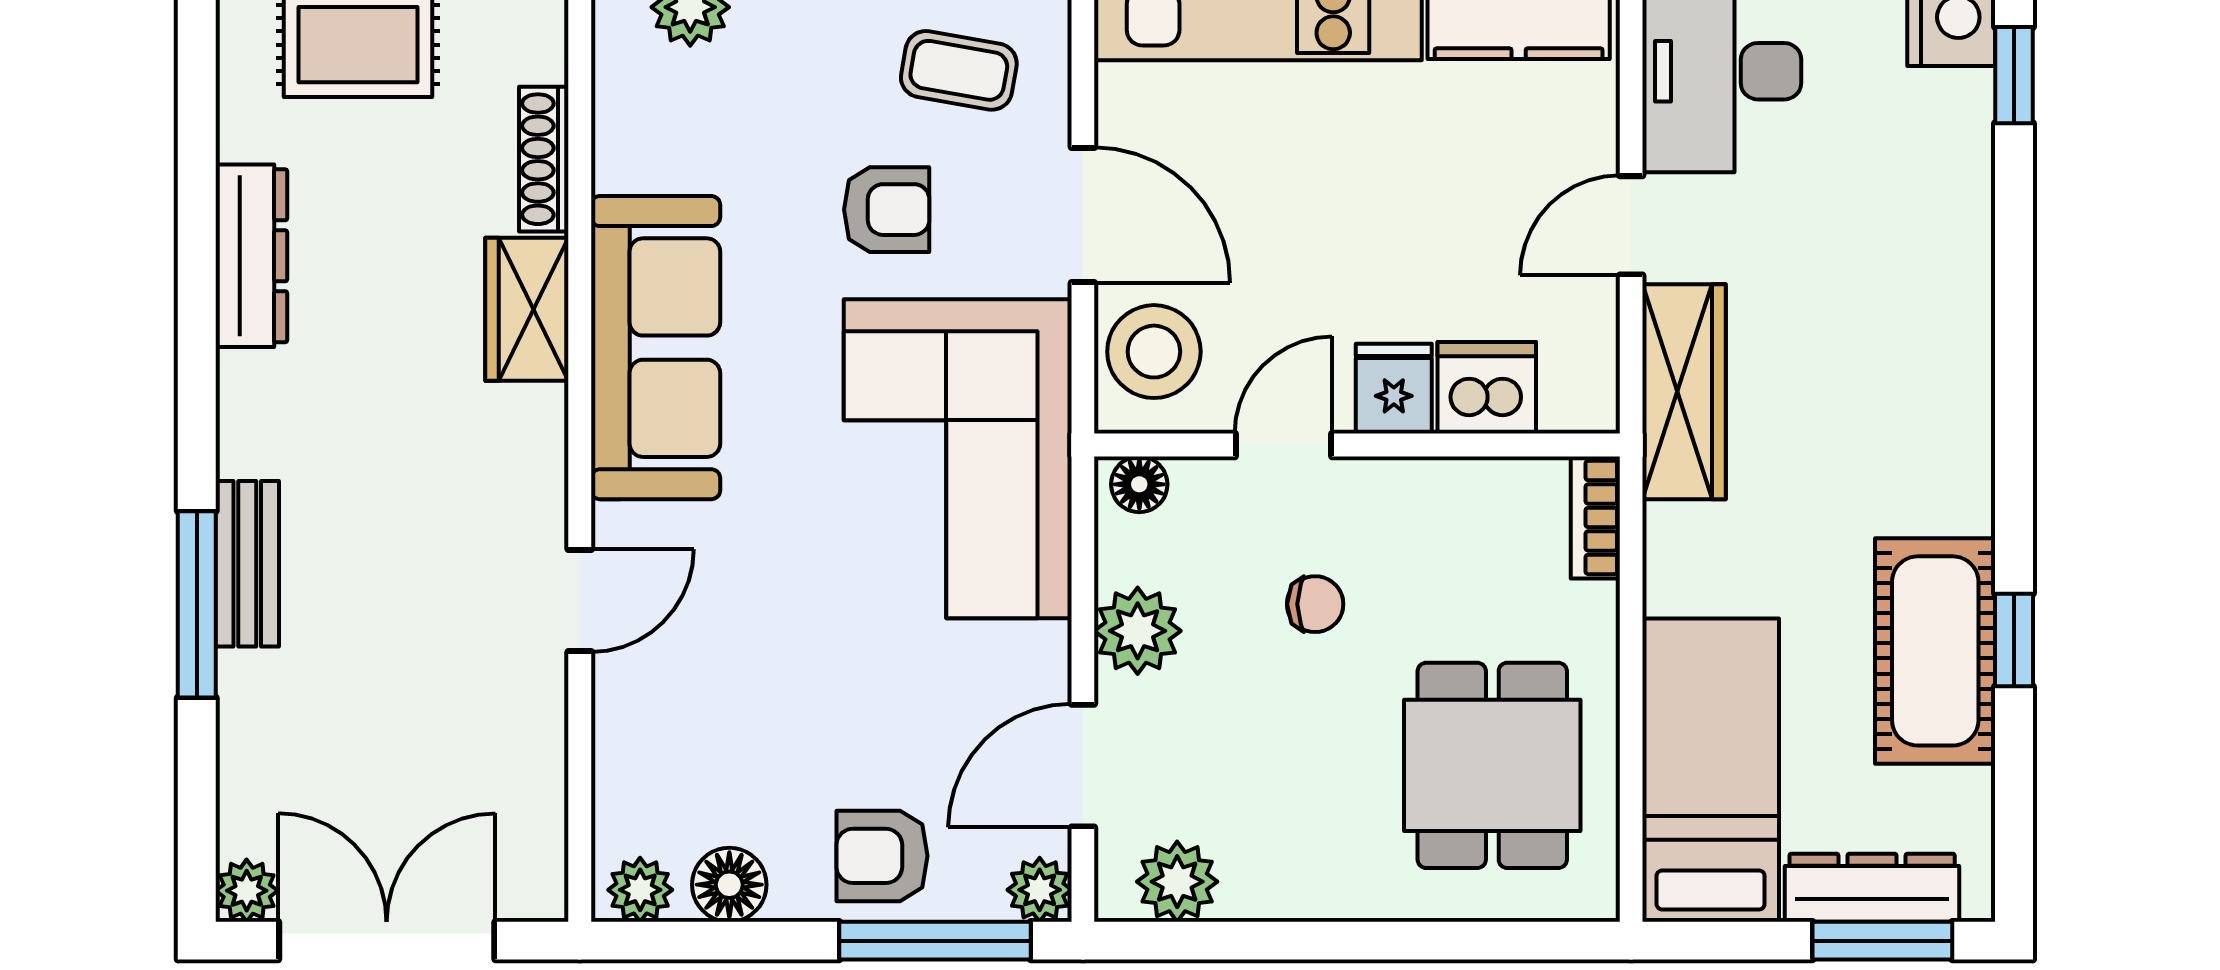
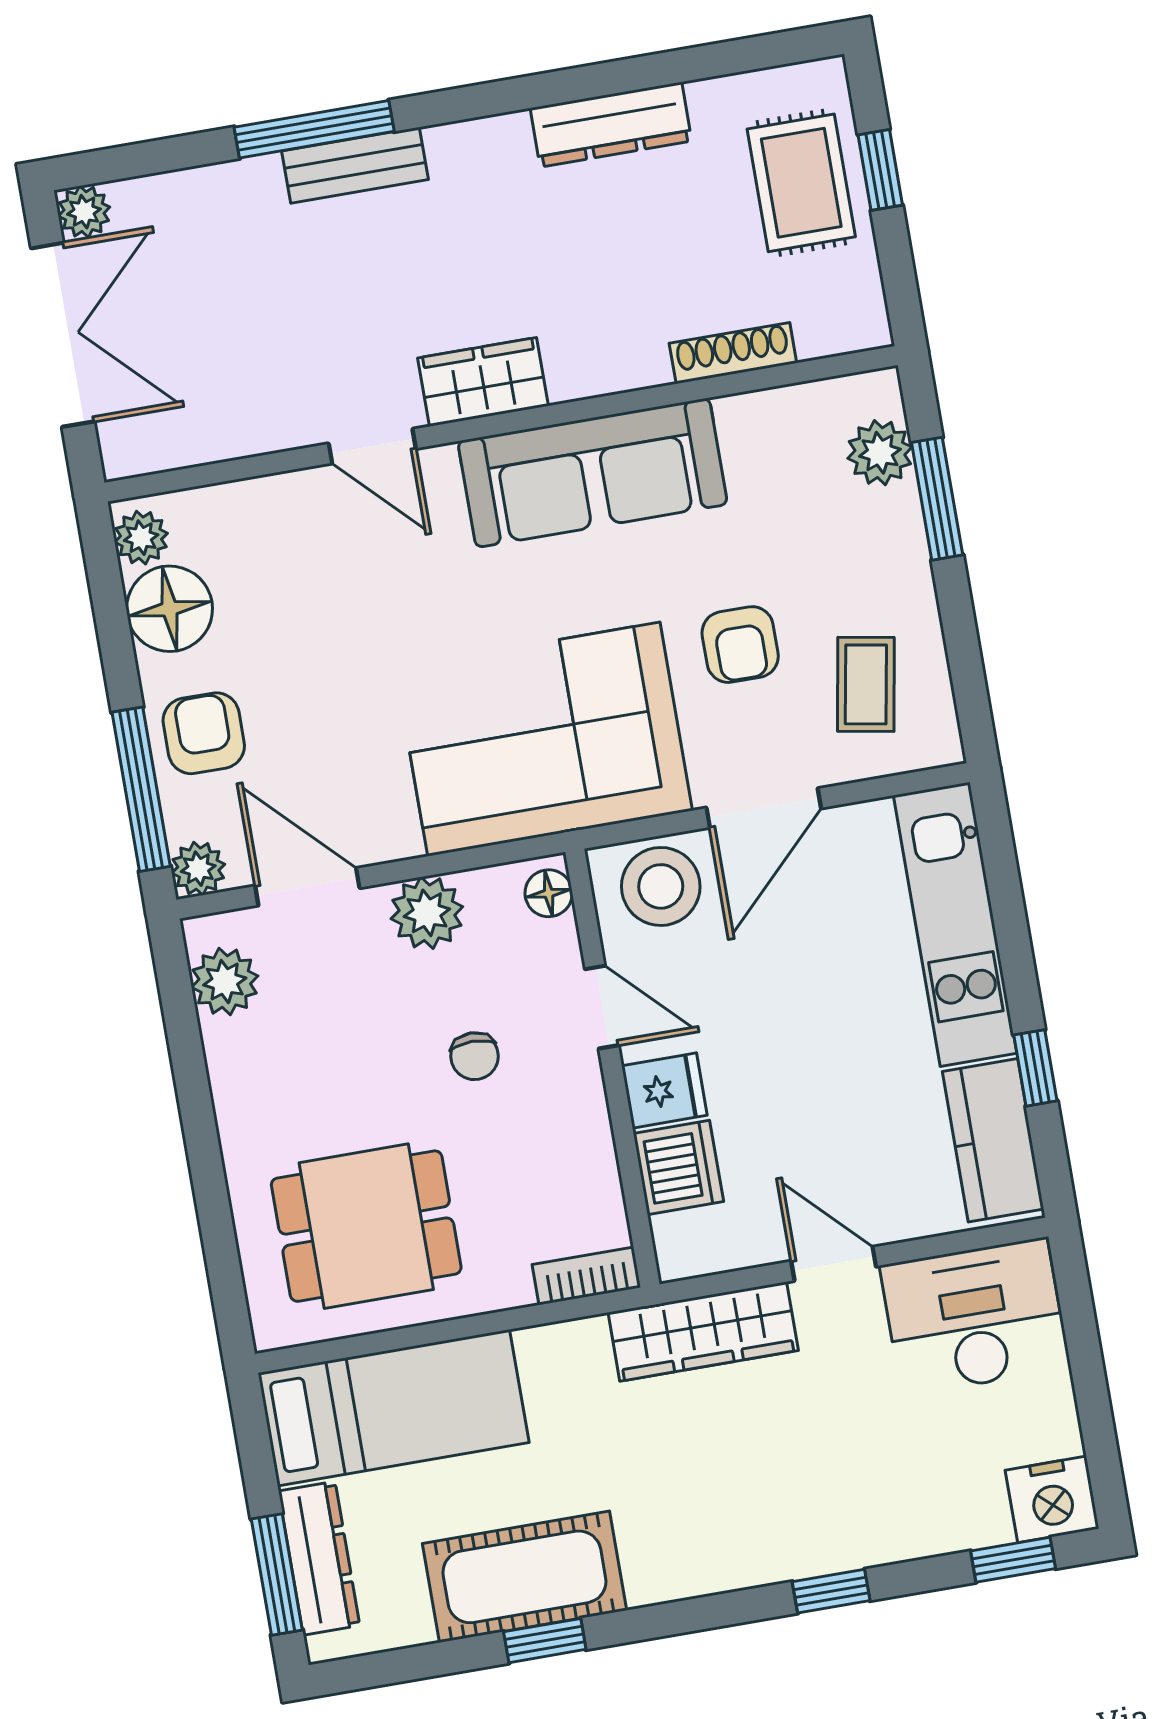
window: (2014, 295) -> (831, 1591), added
wardrobe: (527, 309) -> (483, 382), moved
floor lamp: (729, 885) -> (170, 609), width x1.38, depth x1.38

